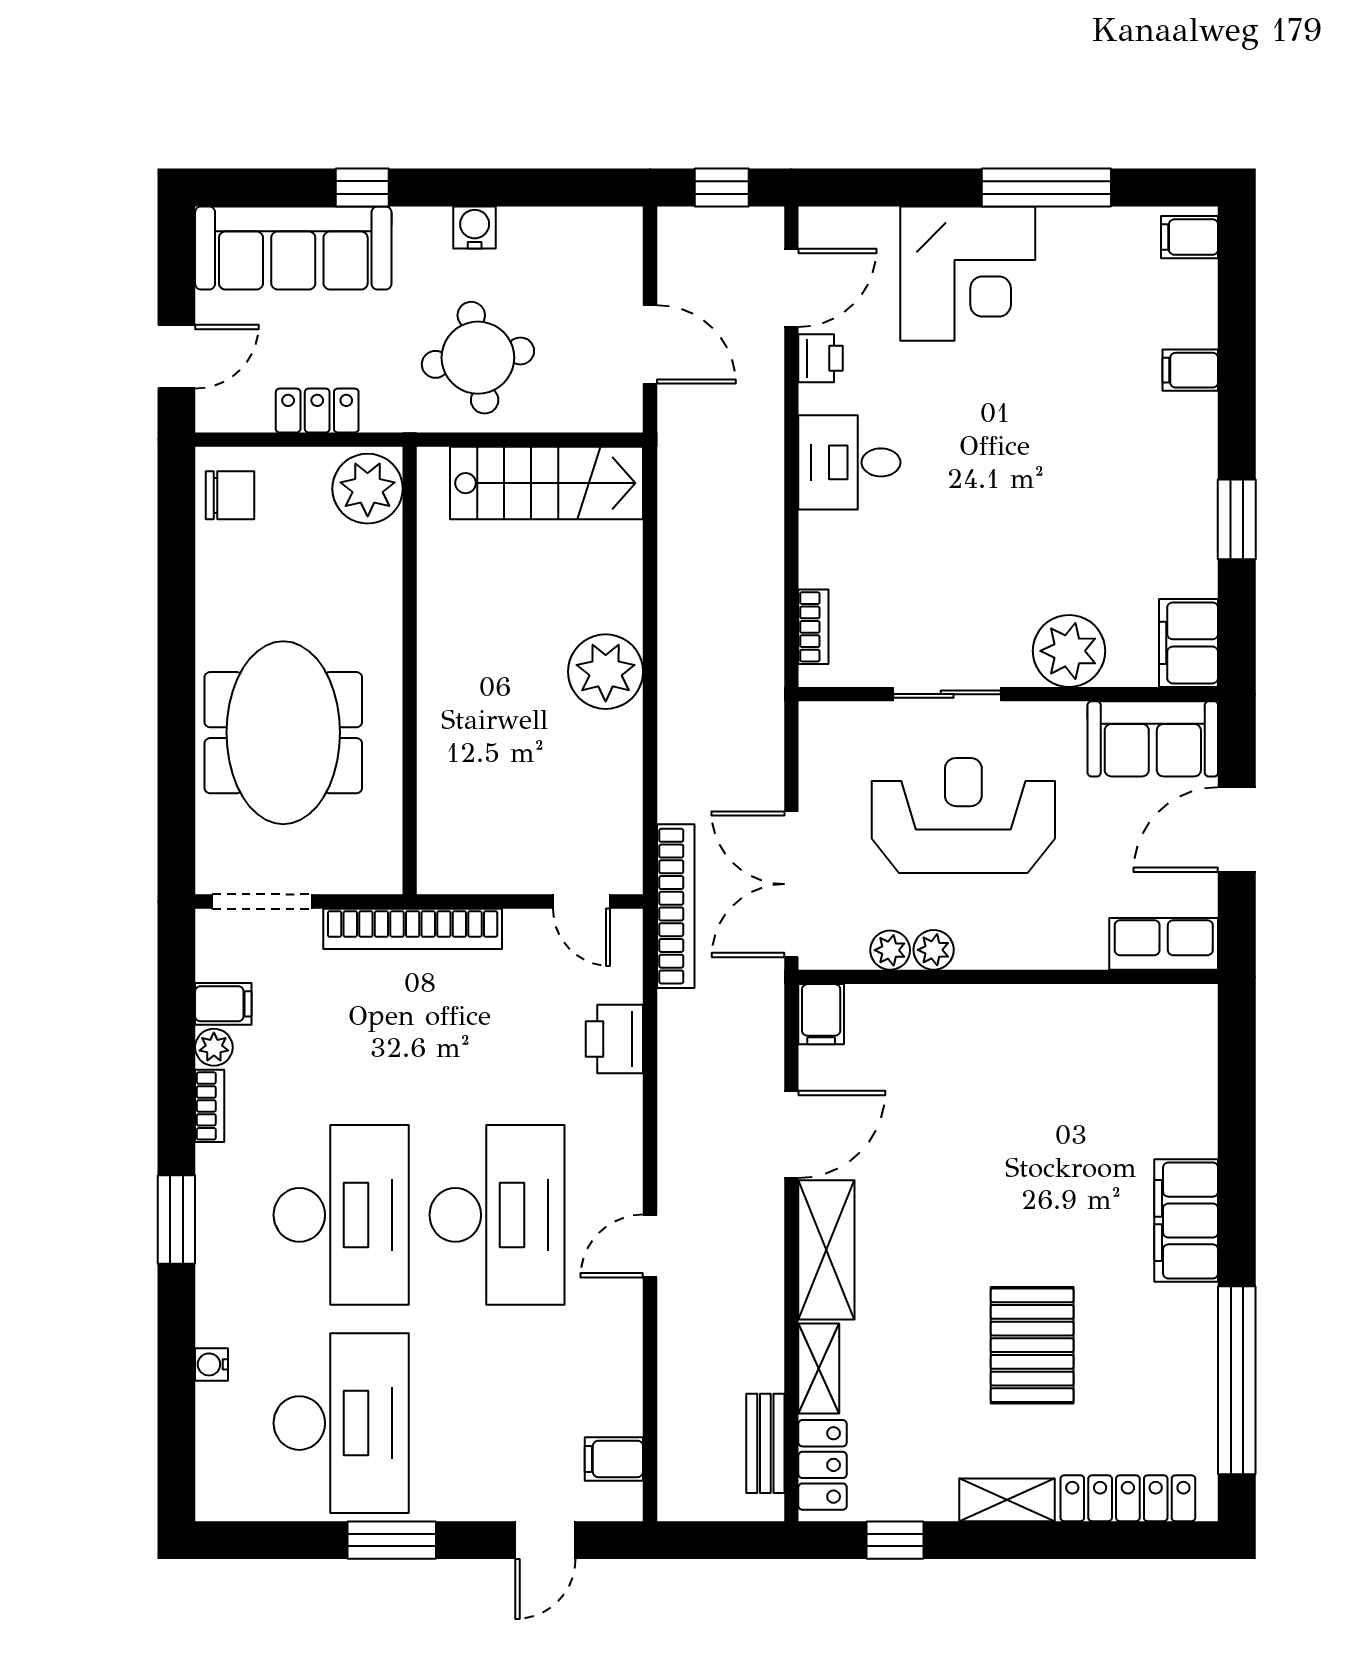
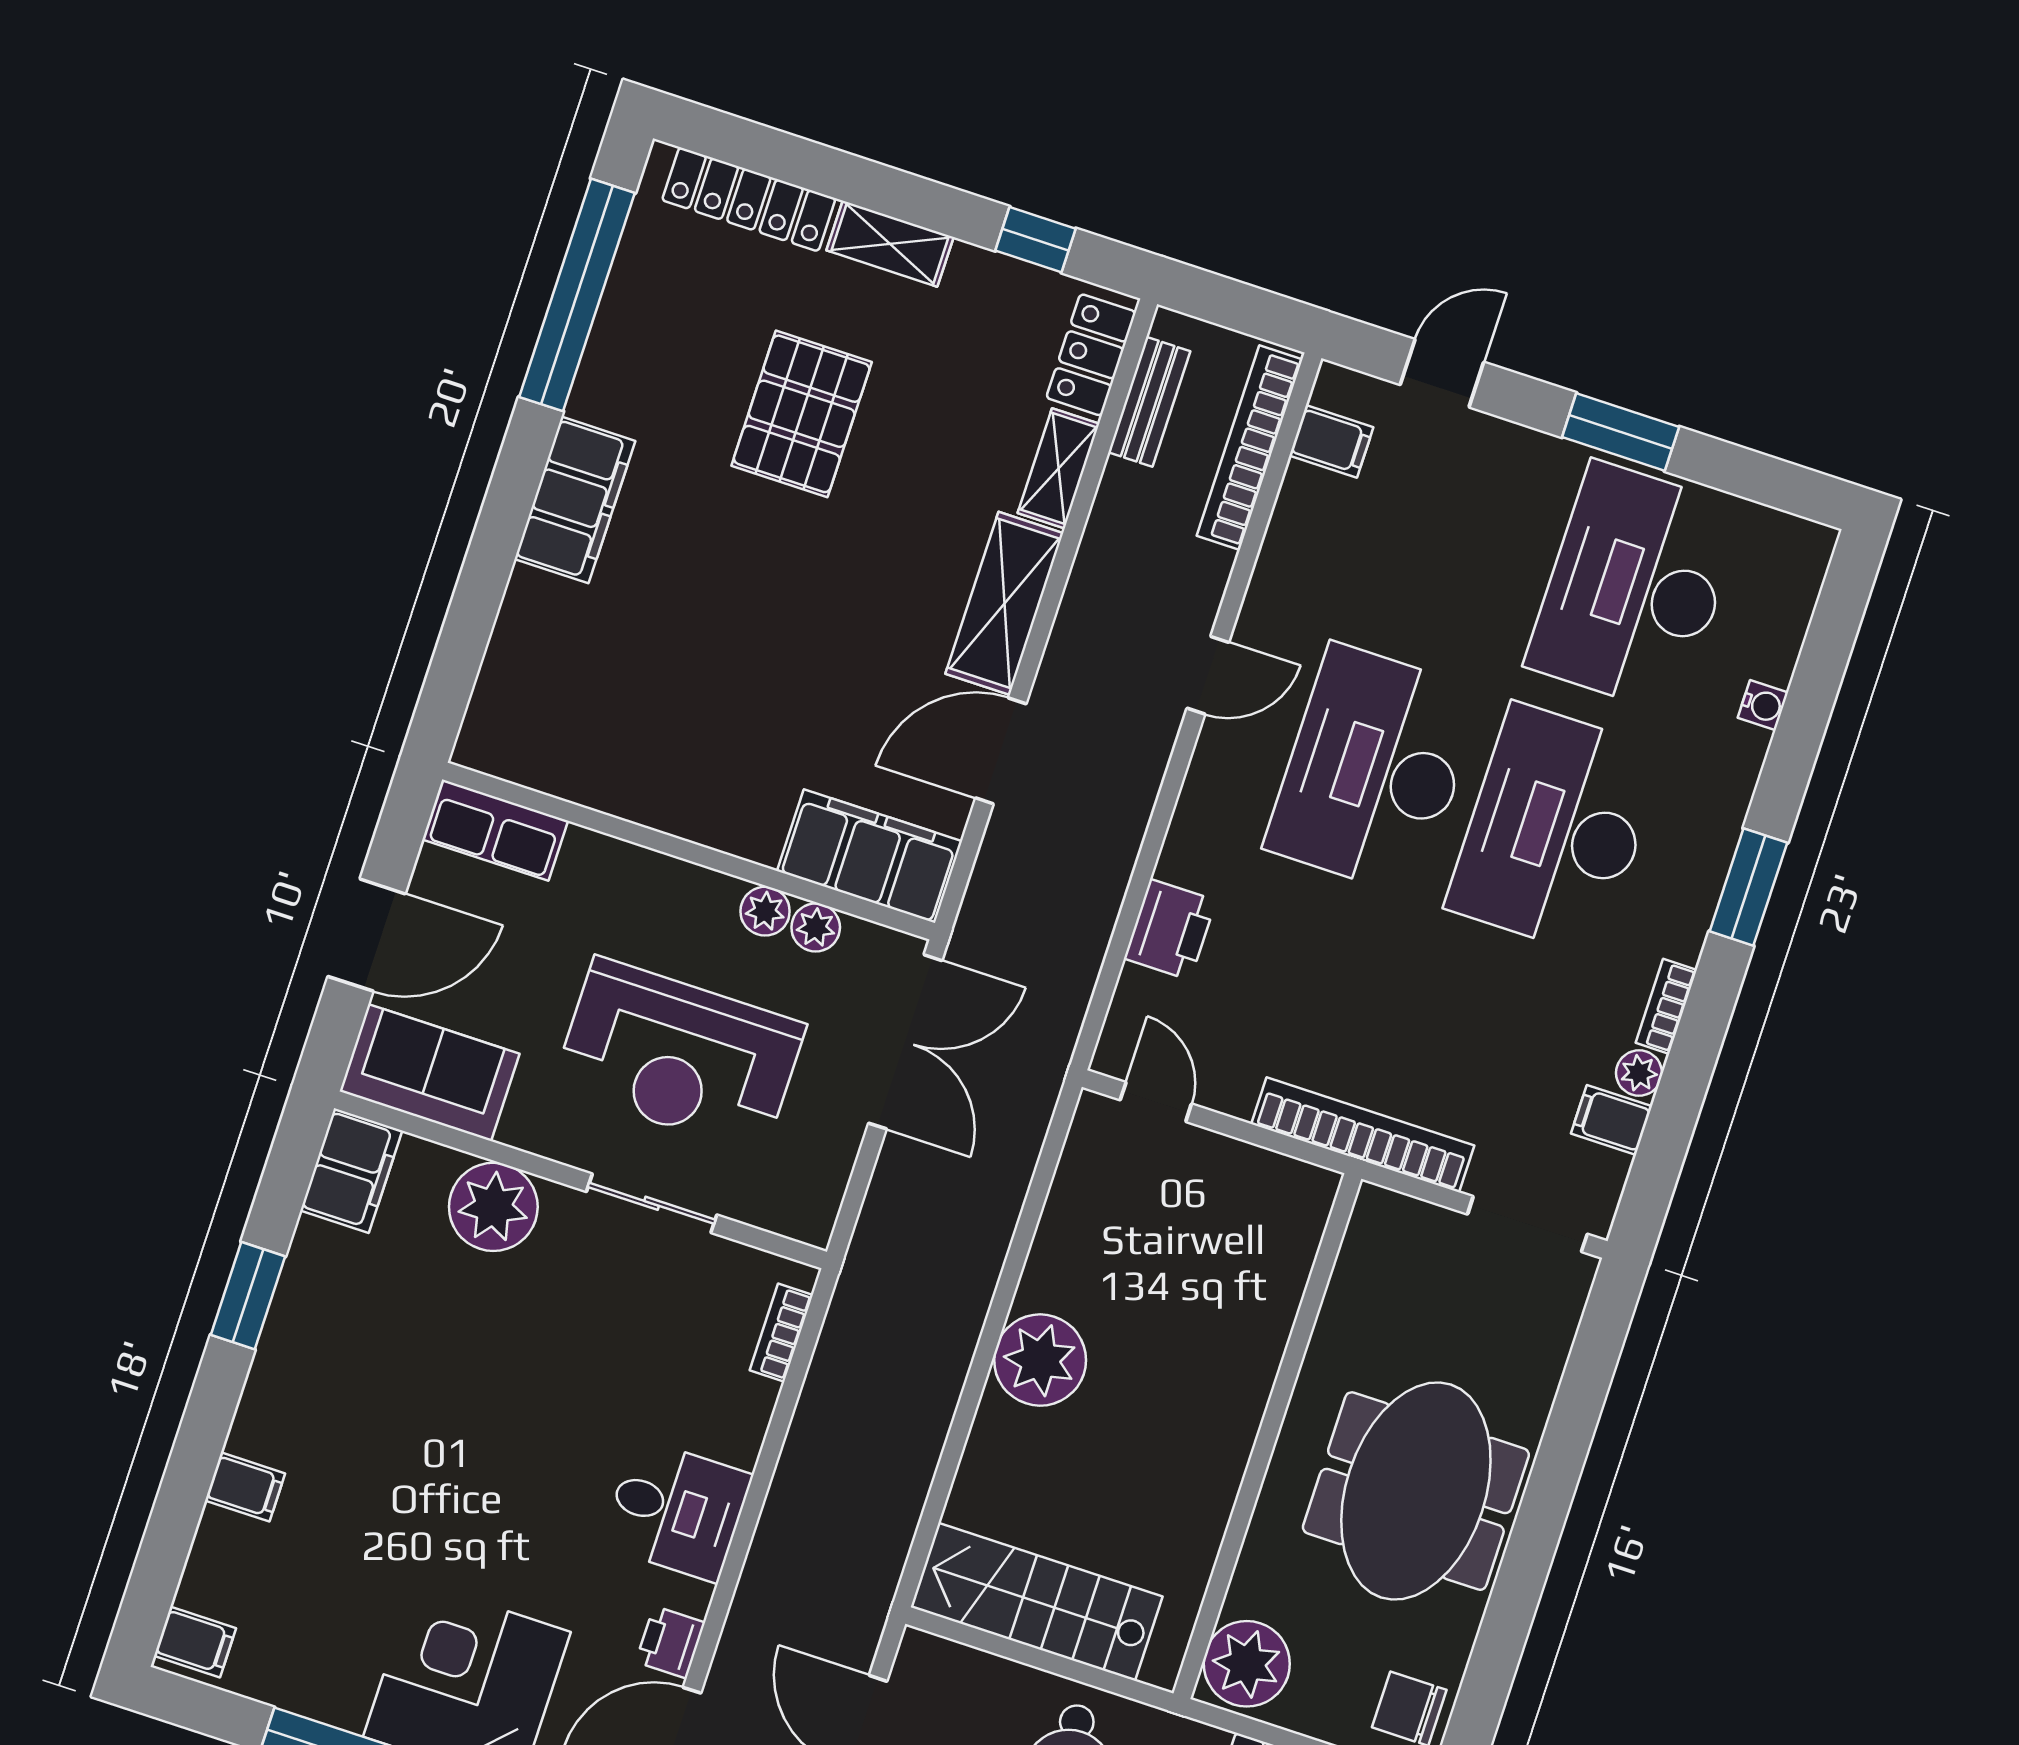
meeting table: (283, 733) -> (1416, 1491), moved
bookcase: (676, 906) -> (1250, 448), moved
filing cabinet: (821, 1014) -> (870, 856), width x3.00, depth x1.17

